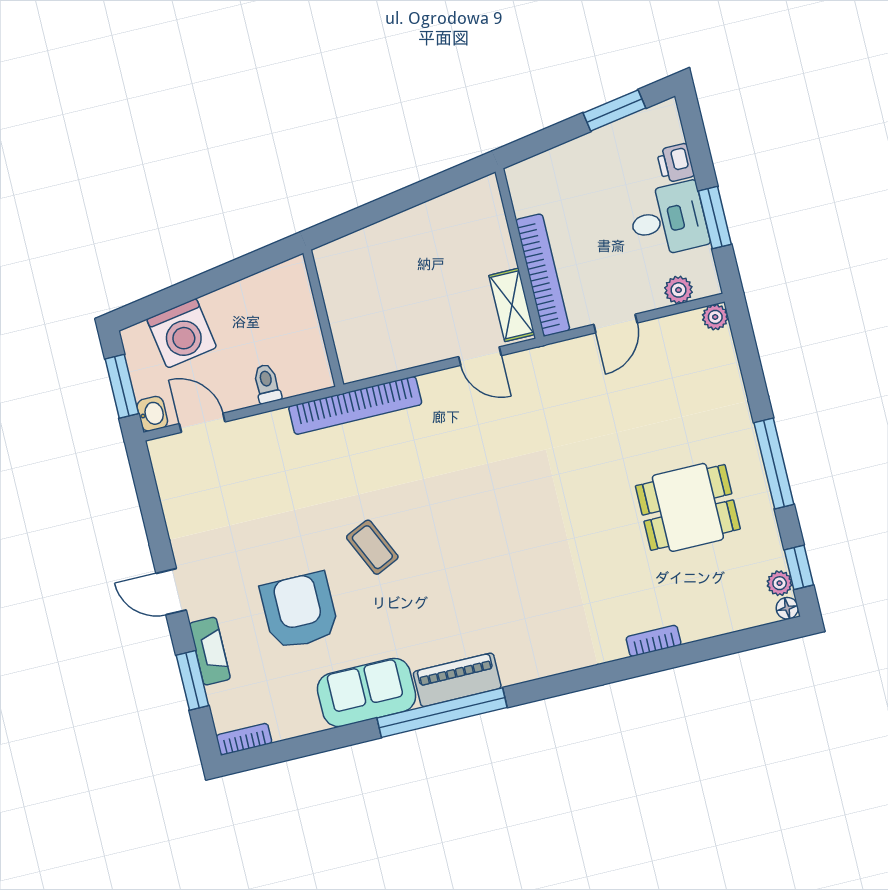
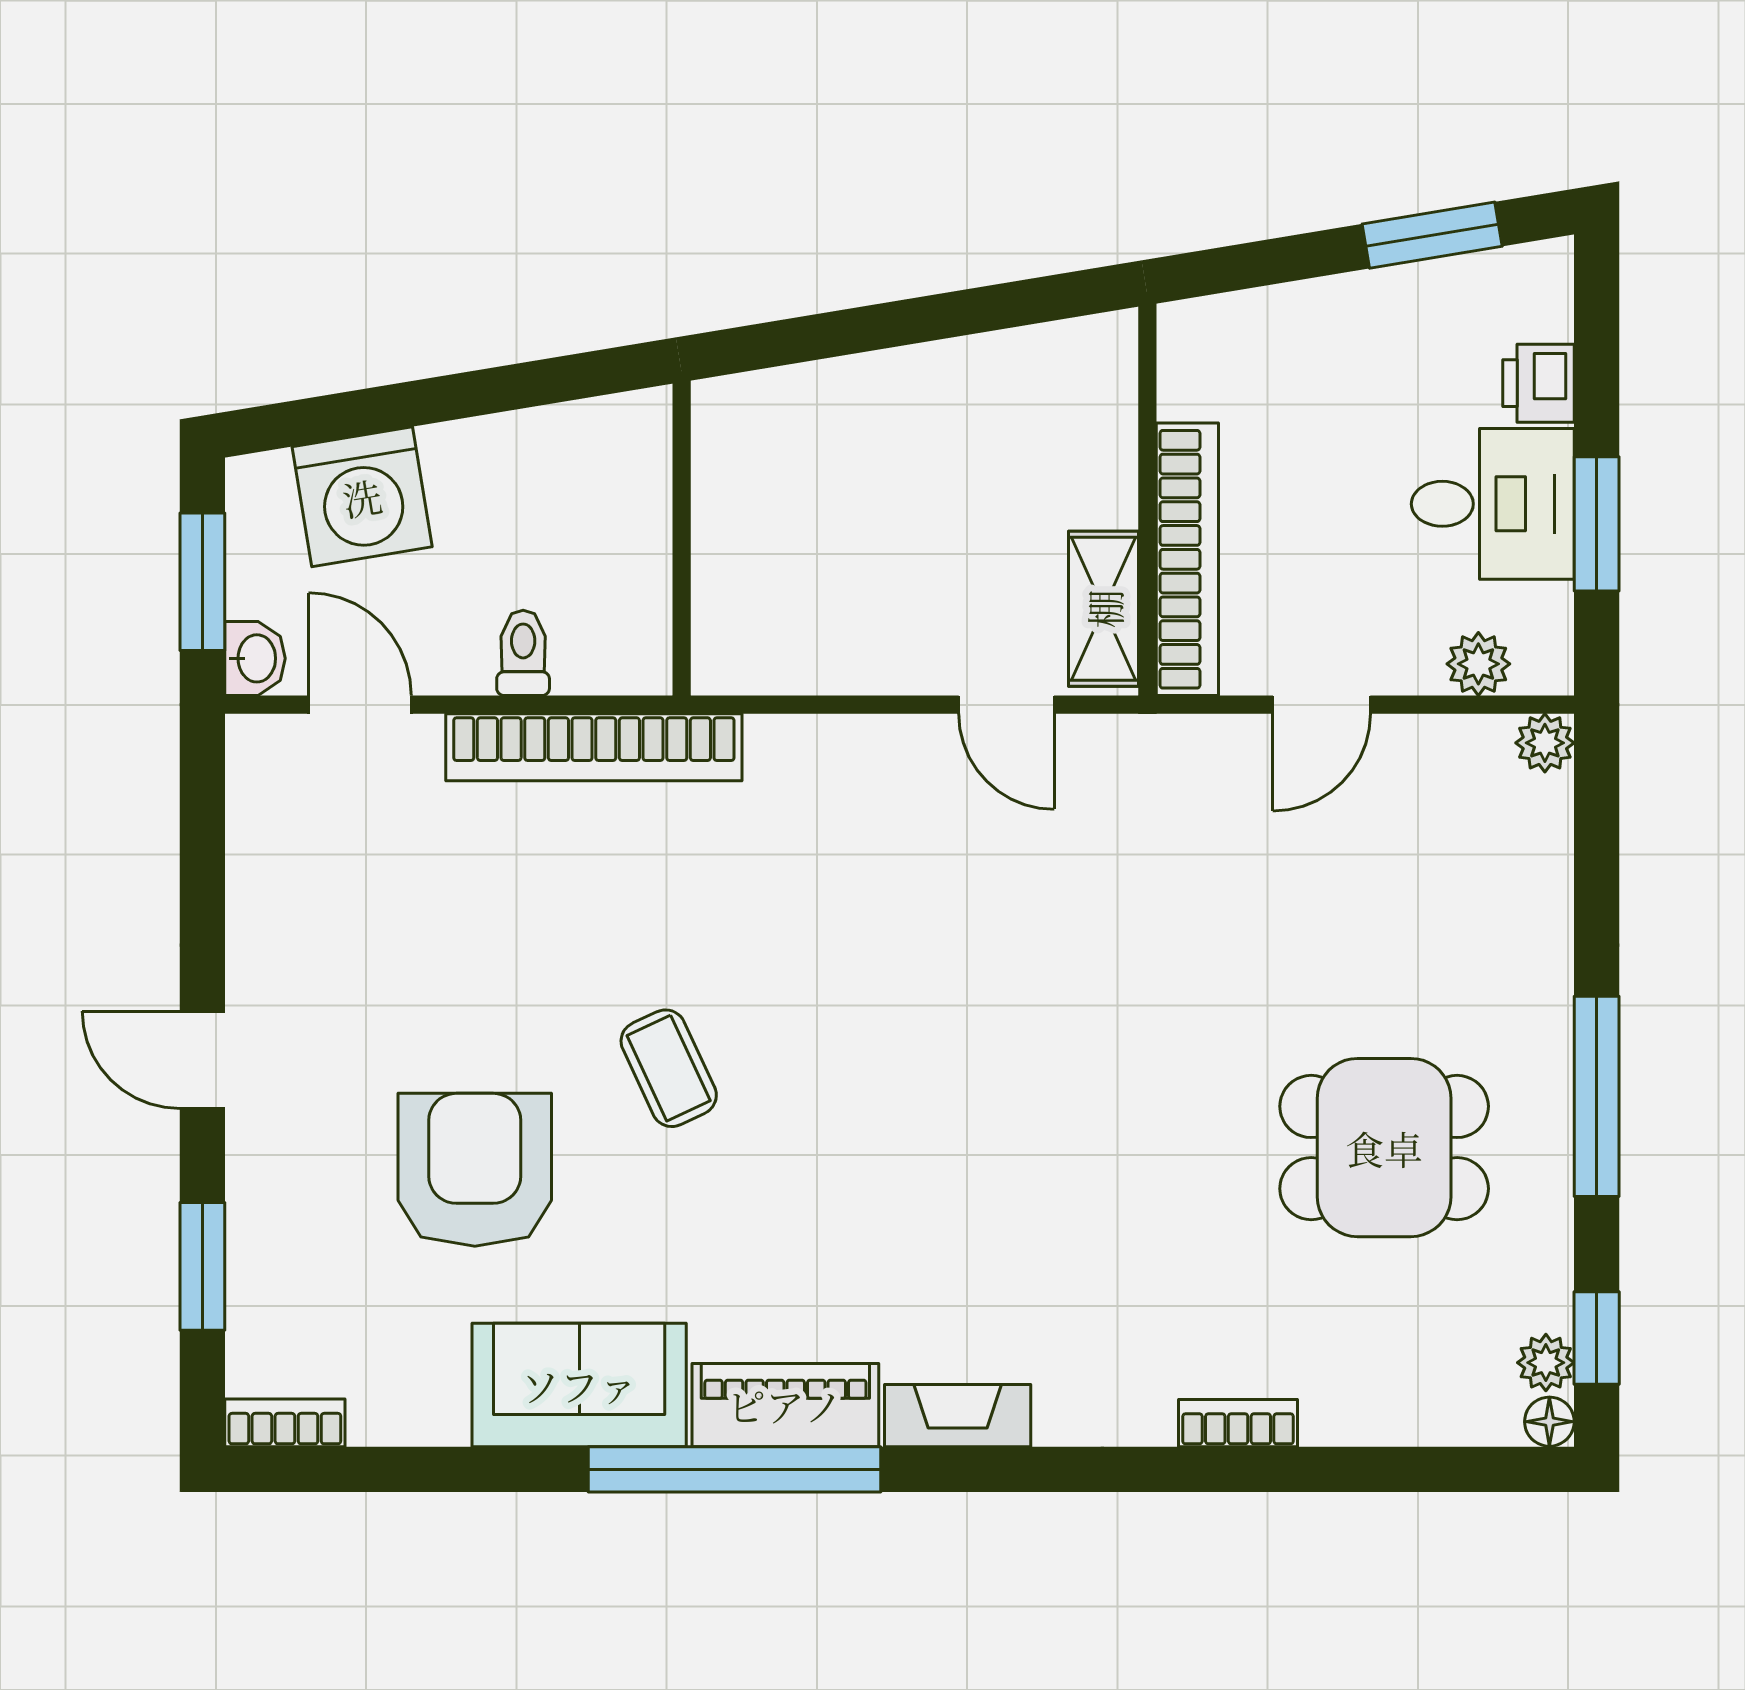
bookcase: (355, 405) -> (594, 747), moved
fireplace: (210, 651) -> (958, 1416), moved, turned -90

